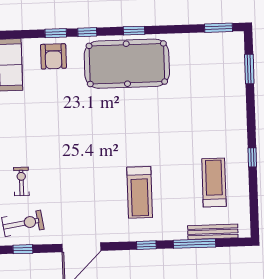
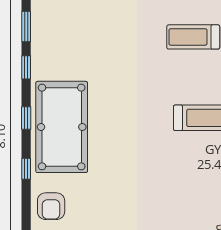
window: (56, 33) -> (26, 67), moved
armchair: (53, 56) -> (51, 206), turned 90

